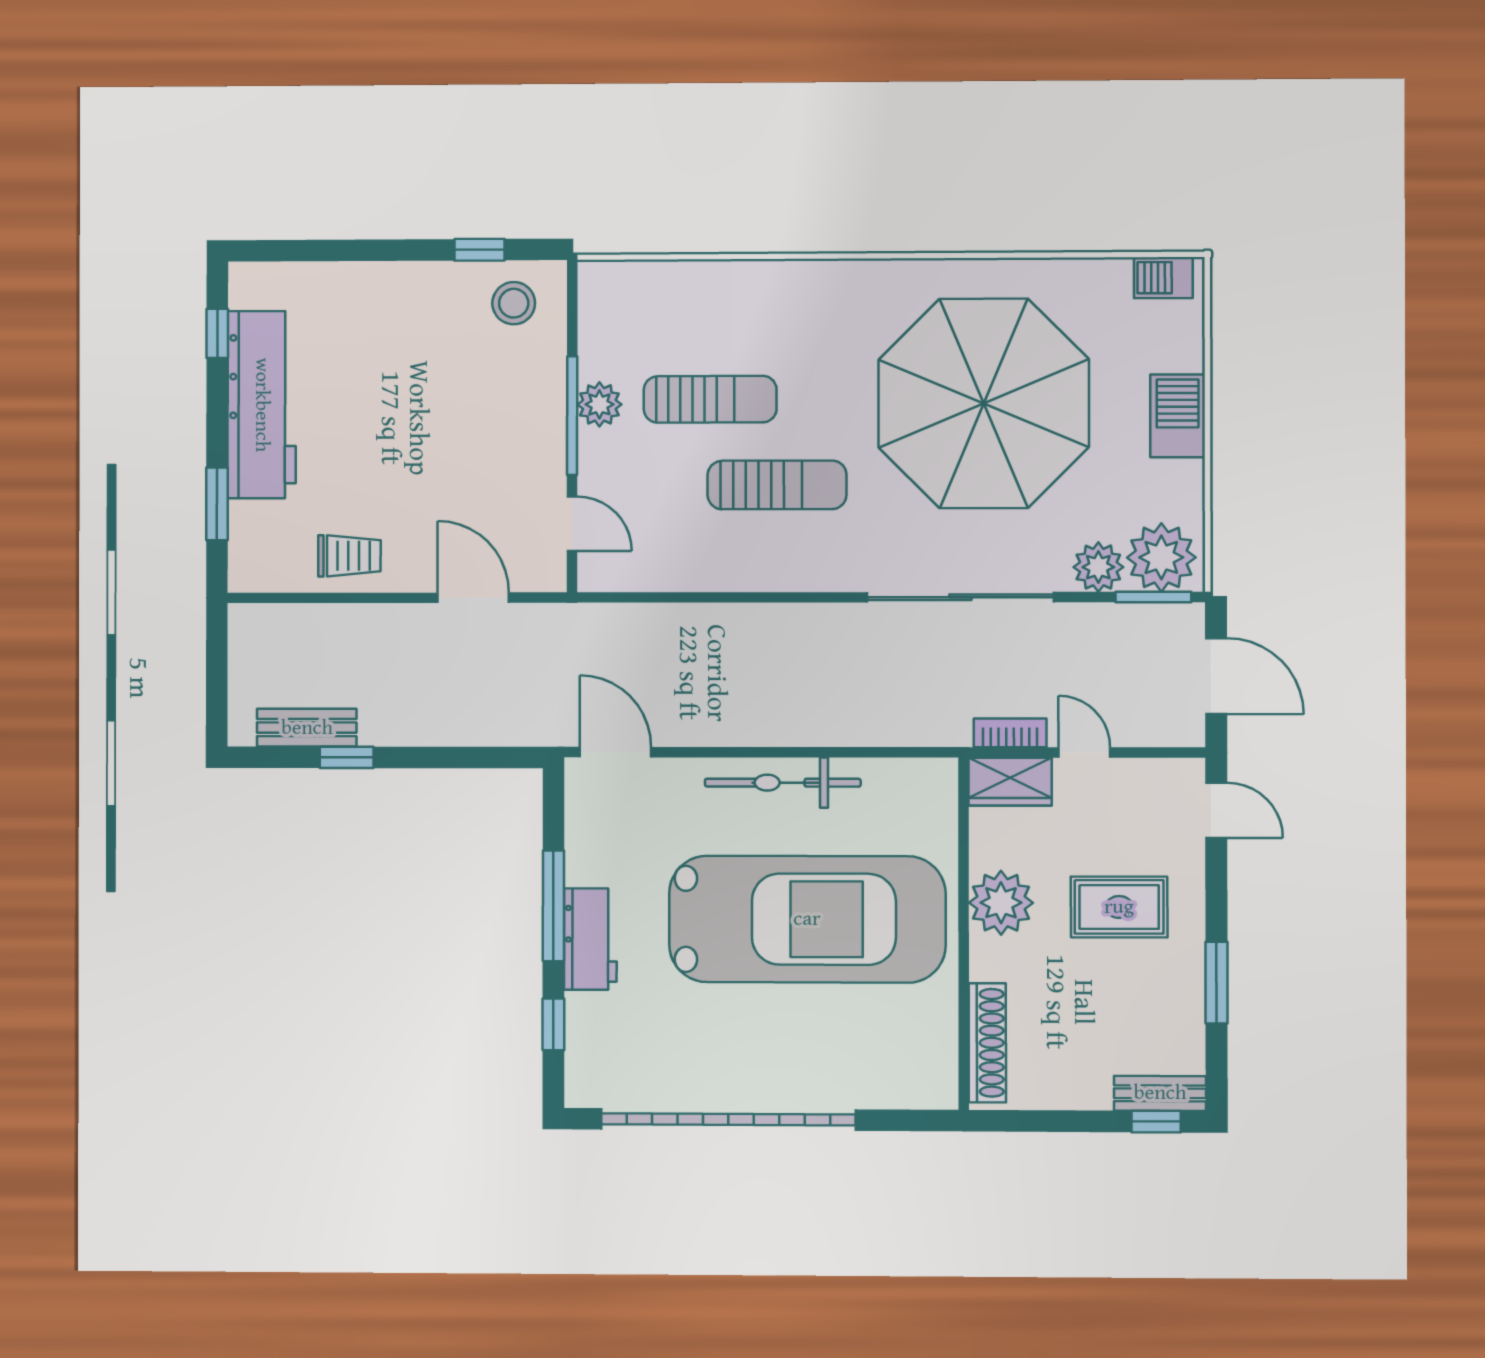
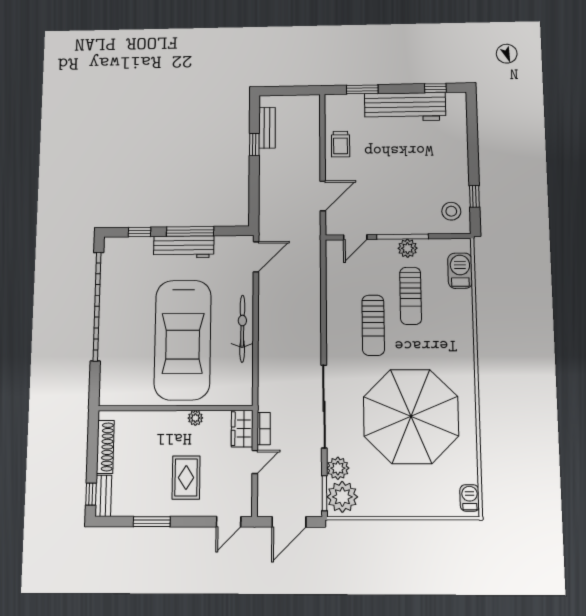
barbecue: (1178, 416) -> (460, 271), moved, turned -90
plant: (1001, 903) -> (195, 418), width x0.53, depth x0.53
workbench: (590, 939) -> (184, 247), width x1.38
shoe rack: (987, 1043) -> (105, 447), moved, turned -90

